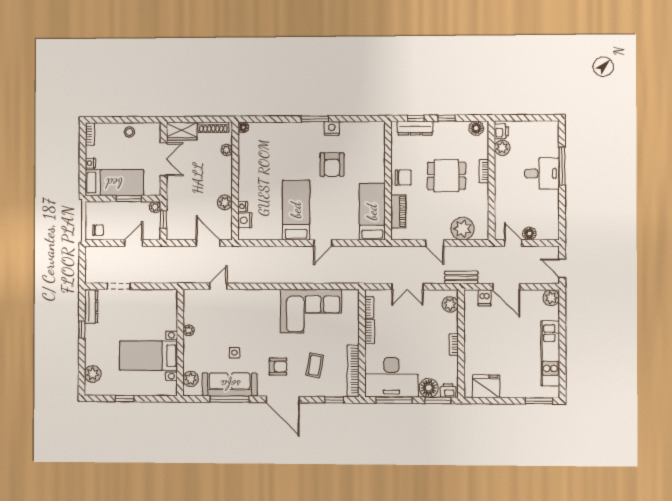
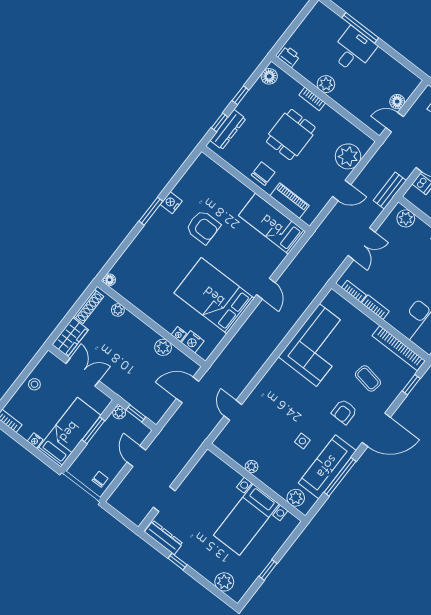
plant: (502, 148) -> (326, 84), moved
bed: (296, 210) -> (214, 296), width x1.50
armchair: (278, 367) -> (344, 412), turned 180

